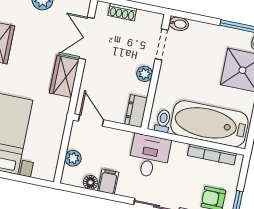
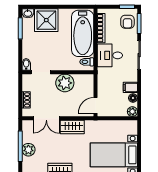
plant: (145, 74) -> (65, 83), width x1.88, depth x1.88
dresser: (136, 111) -> (84, 79), removed
desk: (149, 156) -> (110, 55), moved
plant: (73, 158) -> (132, 112), moved

